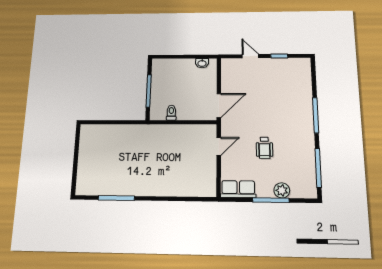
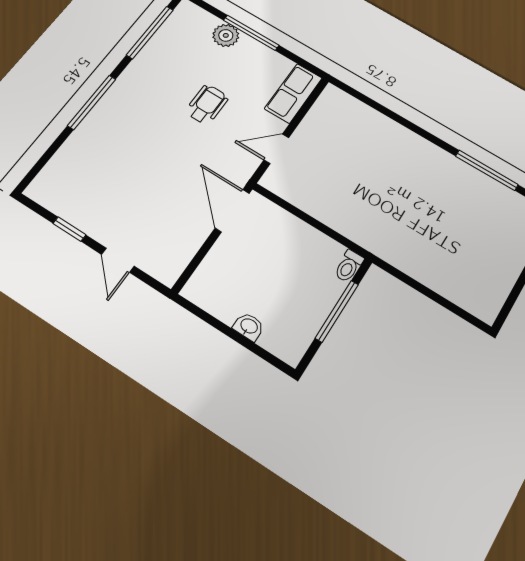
washbasin: (202, 63) -> (249, 326), moved
door: (219, 106) -> (232, 211), hinge flipped
toilet: (171, 113) -> (349, 266), moved
row of seats: (238, 189) -> (293, 93), moved, turned 90

